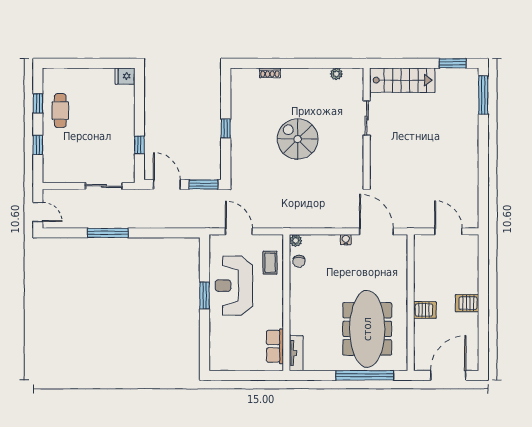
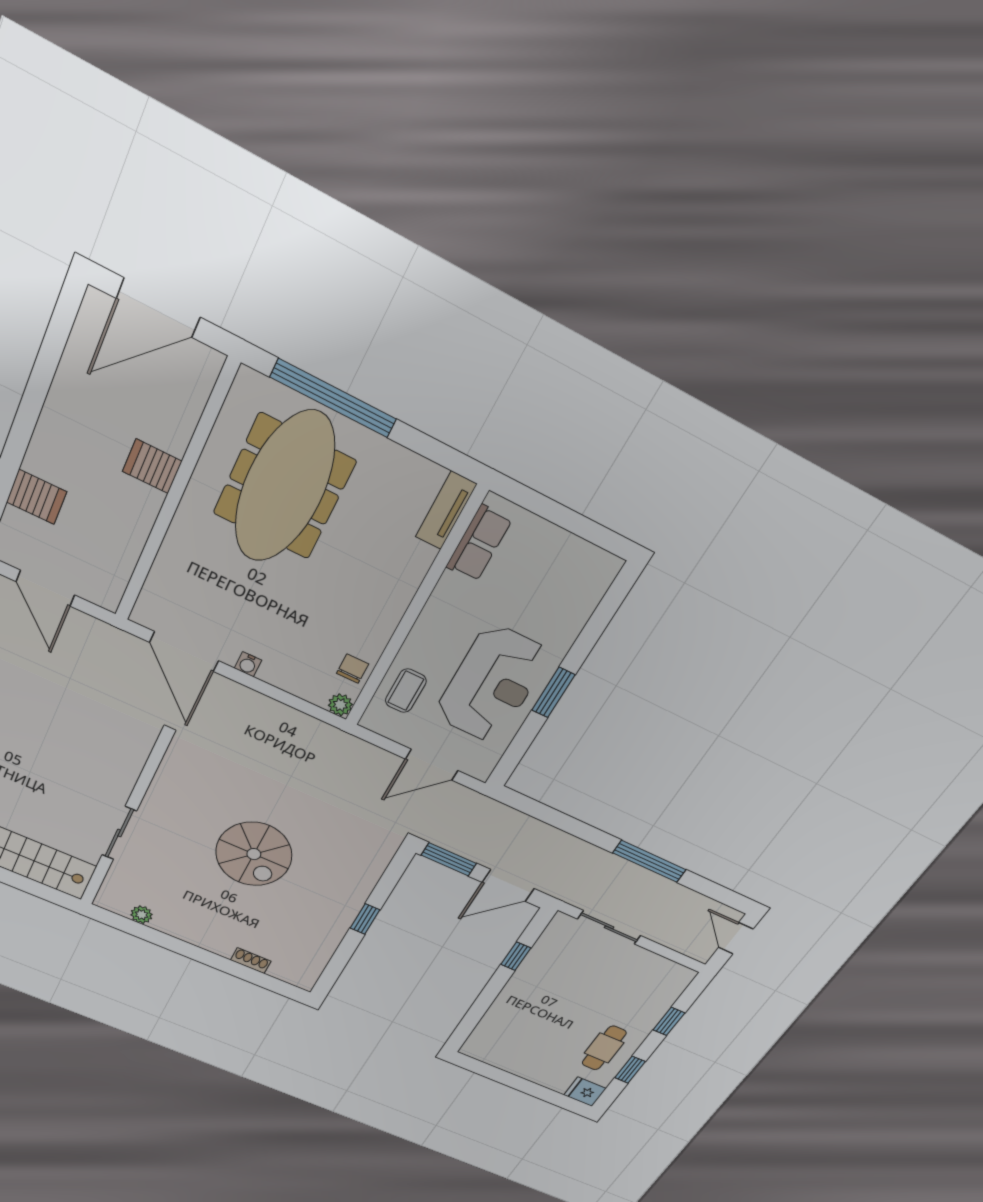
fridge: (125, 76) -> (585, 1092), moved, turned 180
door: (167, 184) -> (508, 885), hinge flipped
door: (239, 231) -> (432, 765), hinge flipped
server rack: (467, 303) -> (37, 497), moved

